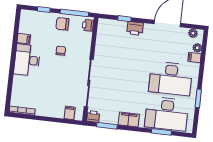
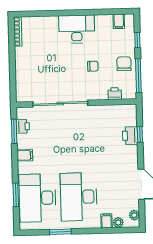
printer: (88, 25) -> (115, 94), moved
printer: (135, 28) -> (130, 136), moved
filing cabinet: (24, 39) -> (119, 21), moved
filing cabinet: (70, 113) -> (23, 86), removed
printer: (93, 117) -> (23, 126), moved
filing cabinet: (129, 119) -> (25, 155), width x0.50

